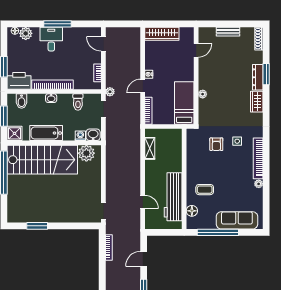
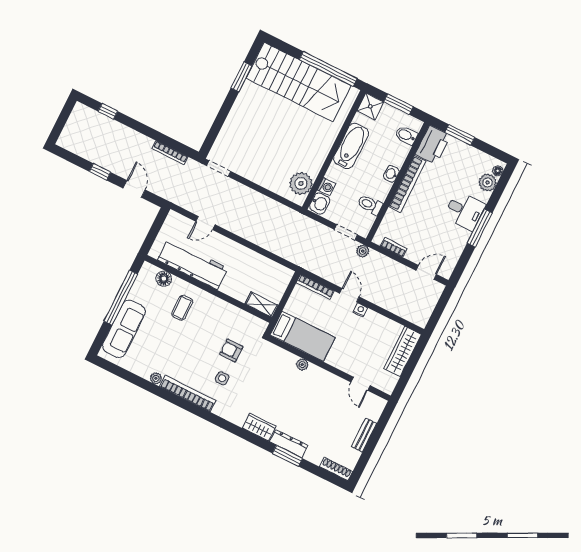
shelving: (150, 148) -> (262, 304), moved
stairs: (42, 160) -> (299, 82), moved, turned -90

